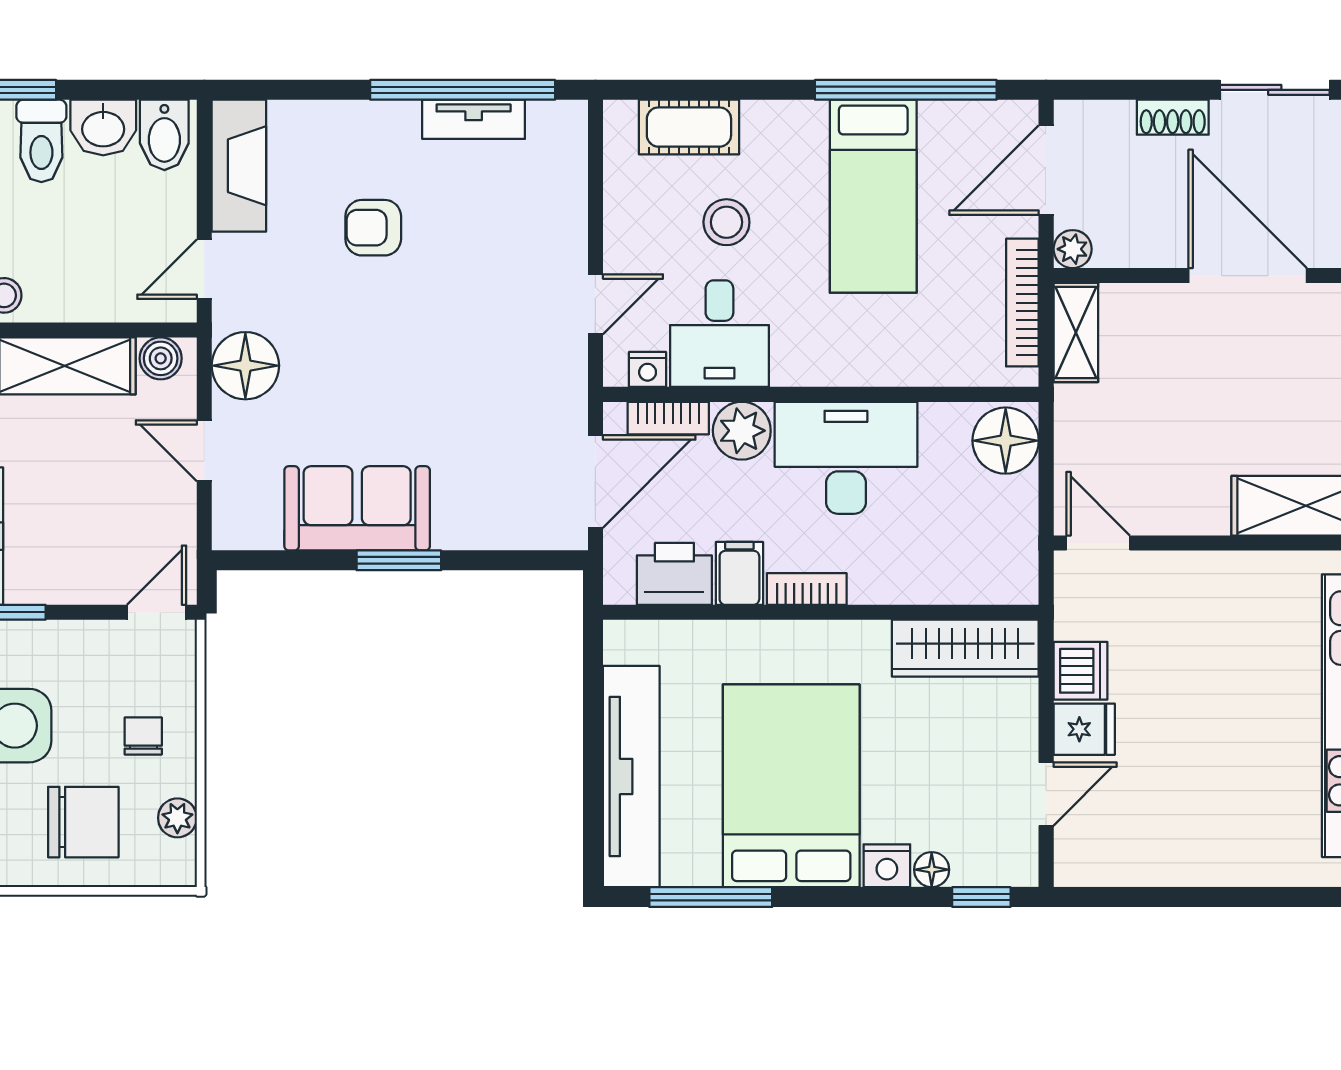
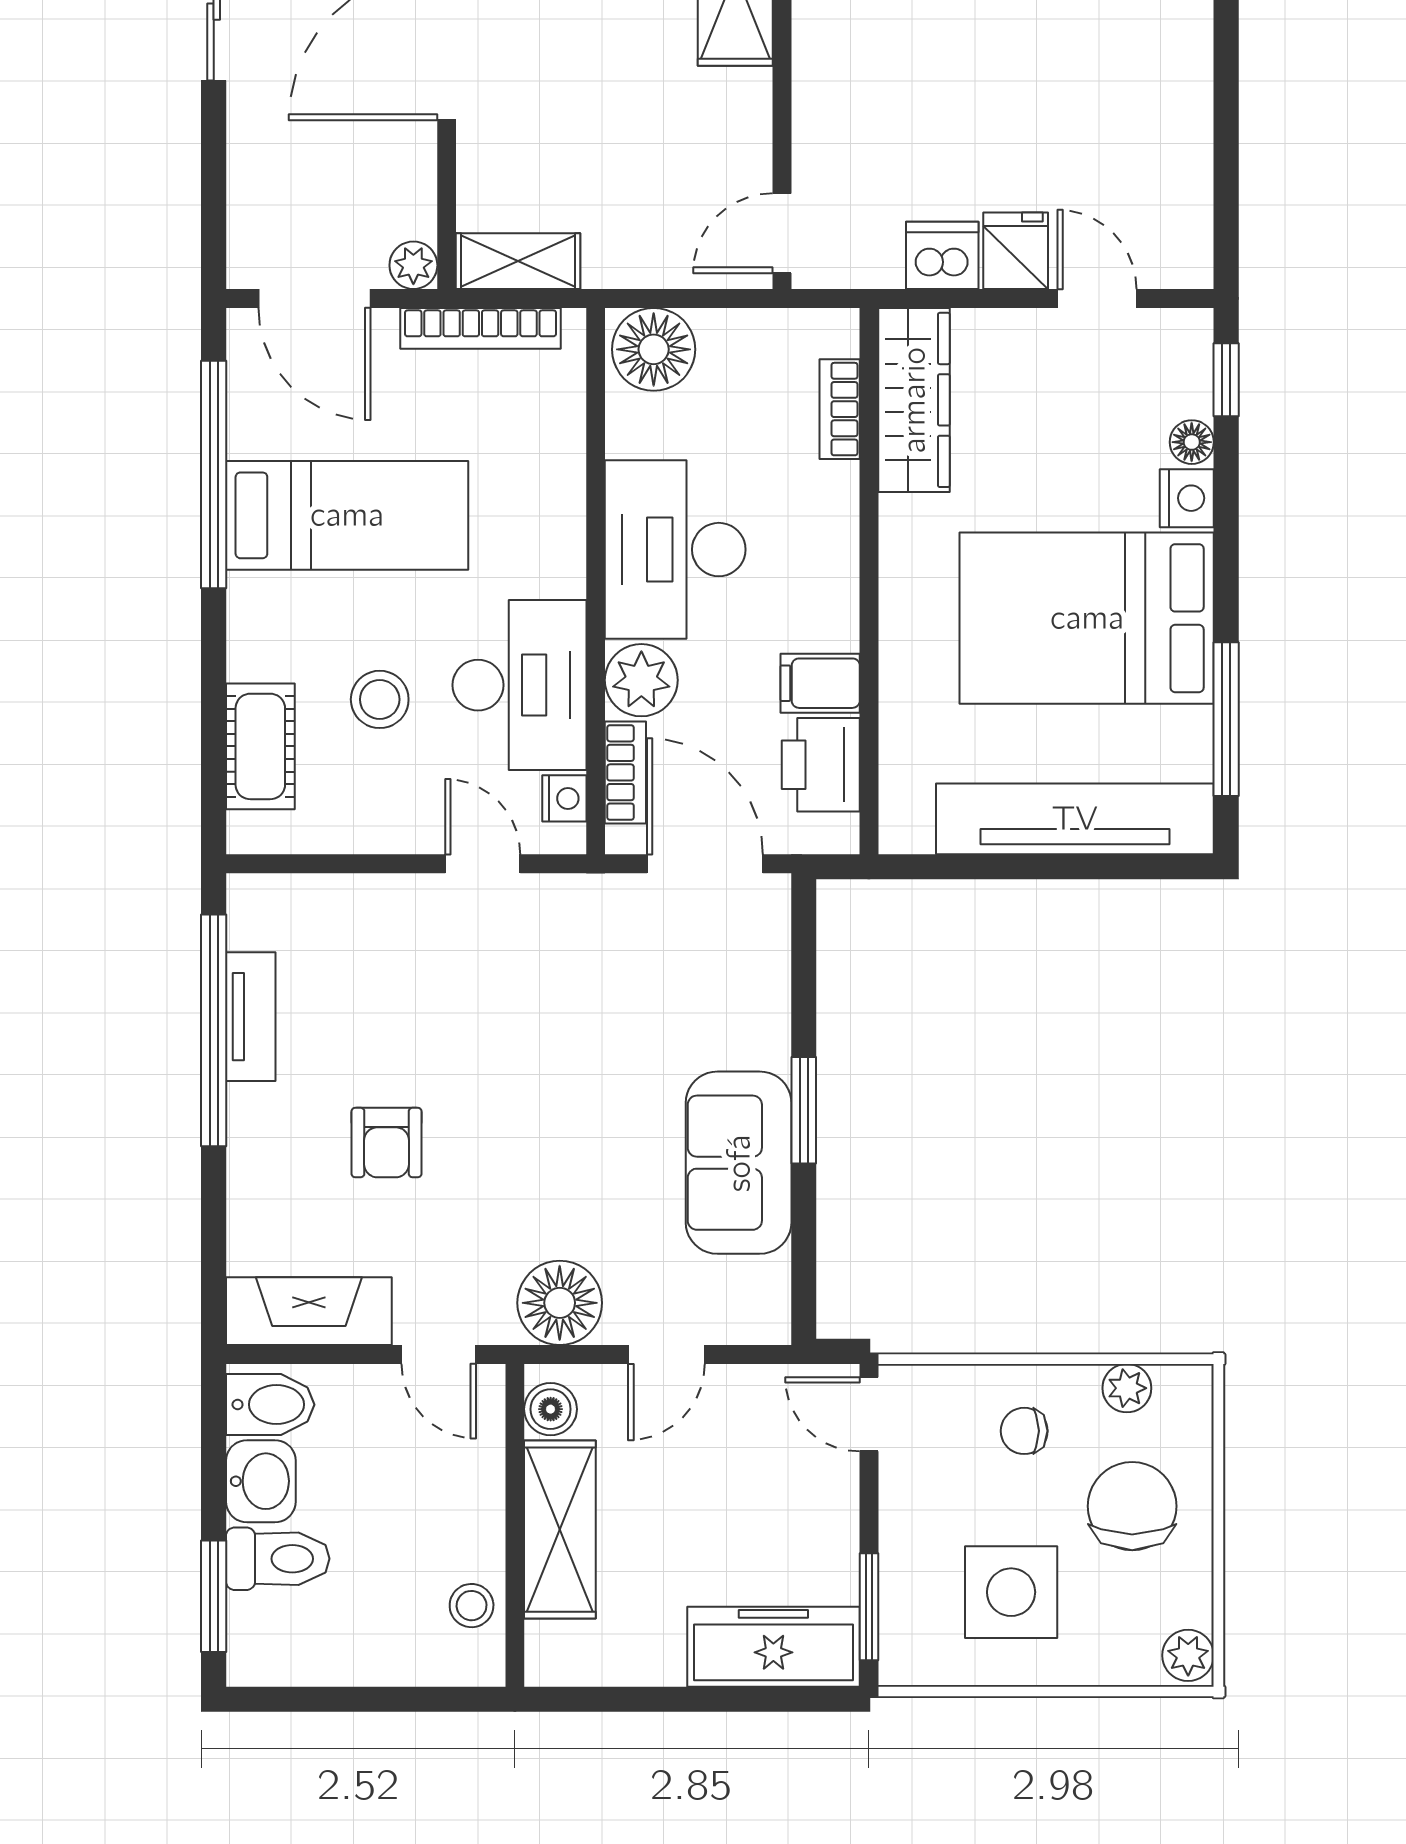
shoe rack: (1173, 117) -> (248, 140), removed
desk: (719, 334) -> (519, 685), width x1.37
bookcase: (807, 589) -> (840, 409), moved

